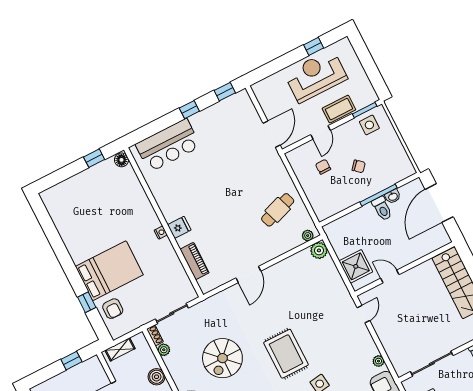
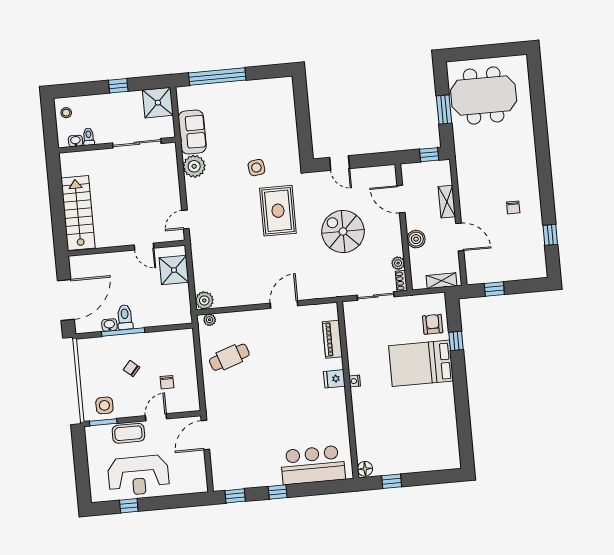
spiral stairs: (222, 358) -> (343, 232), turned -90
plant: (378, 361) -> (194, 166), width x1.88, depth x1.88

